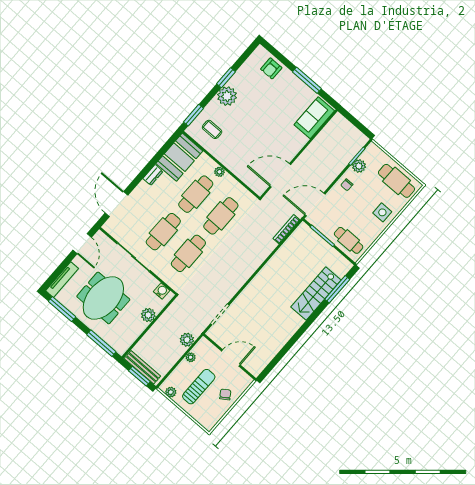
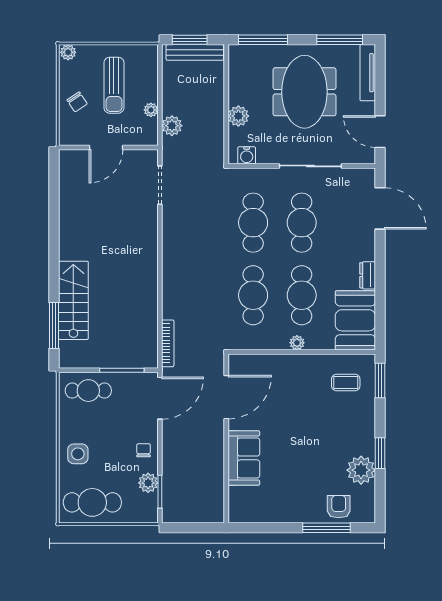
window: (307, 80) -> (326, 528), moved
plant: (227, 96) -> (361, 470), moved
sofa: (314, 118) -> (244, 458), moved
plant: (171, 392) -> (68, 52), moved

